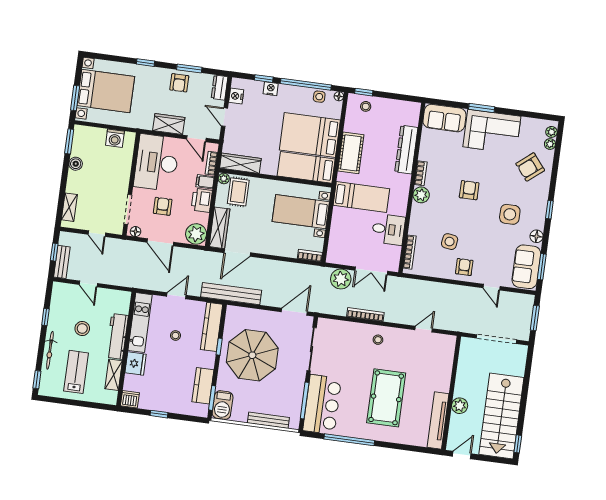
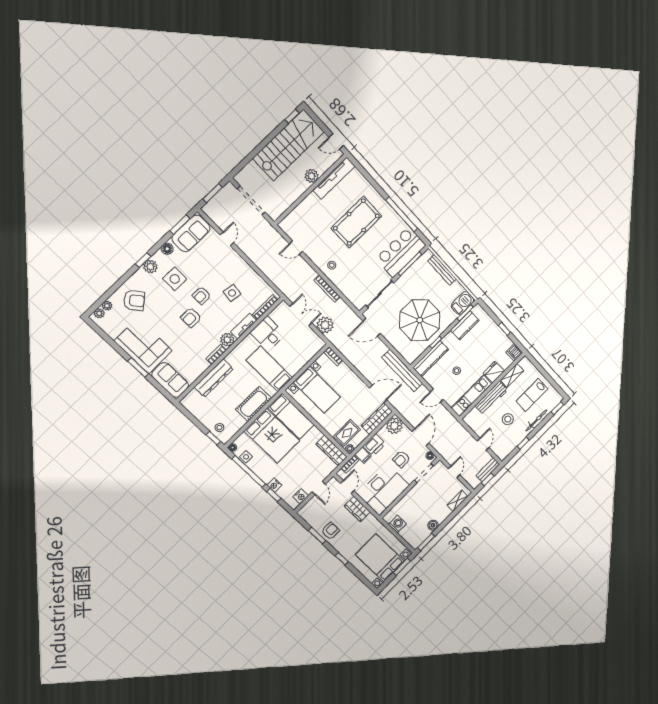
dresser: (219, 88) -> (307, 510), removed
plant: (539, 209) -> (150, 267), added
tv unit: (416, 219) -> (244, 326), added
armchair: (464, 267) -> (202, 296), moved

